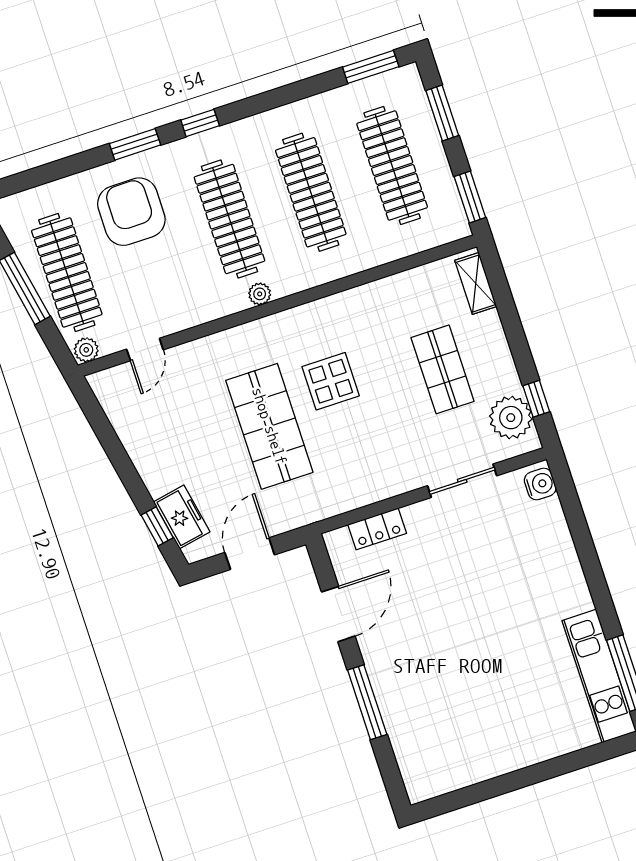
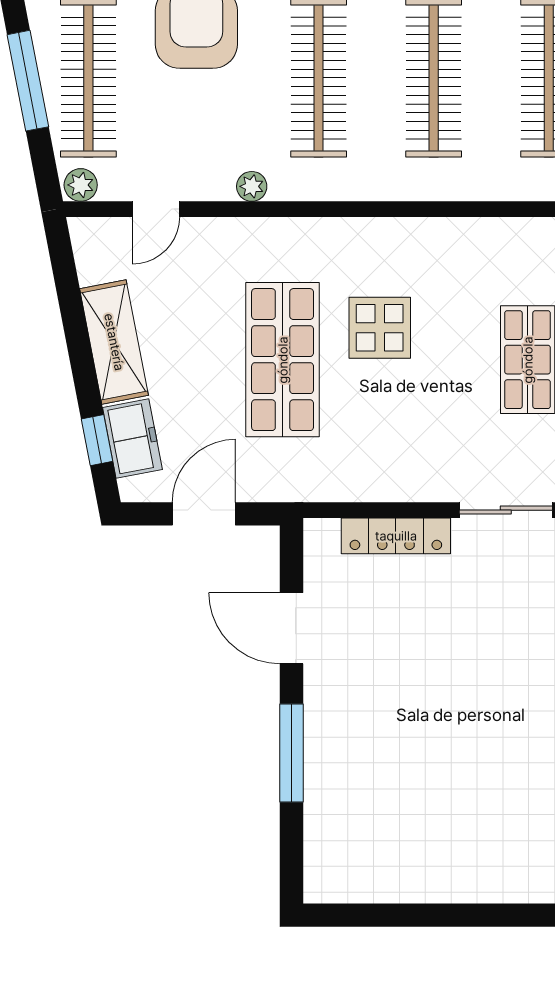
plant: (260, 294) -> (252, 186), moved
shelving: (146, 453) -> (114, 342), added
locker: (377, 529) -> (396, 536), width x1.53
door: (338, 614) -> (292, 628), swing flipped

